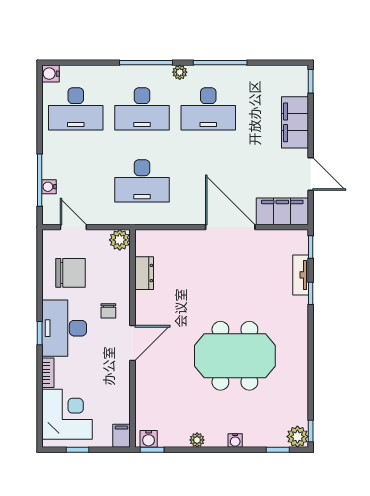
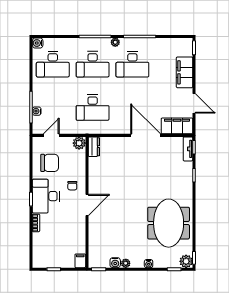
door: (73, 227) -> (51, 135), hinge flipped
dresser: (144, 273) -> (94, 147), moved
tv unit: (301, 275) -> (188, 149), moved
meeting table: (235, 356) -> (169, 223), moved, turned 90
corner desk: (67, 414) -> (48, 248), removed
water cooler: (149, 439) -> (115, 263), moved

